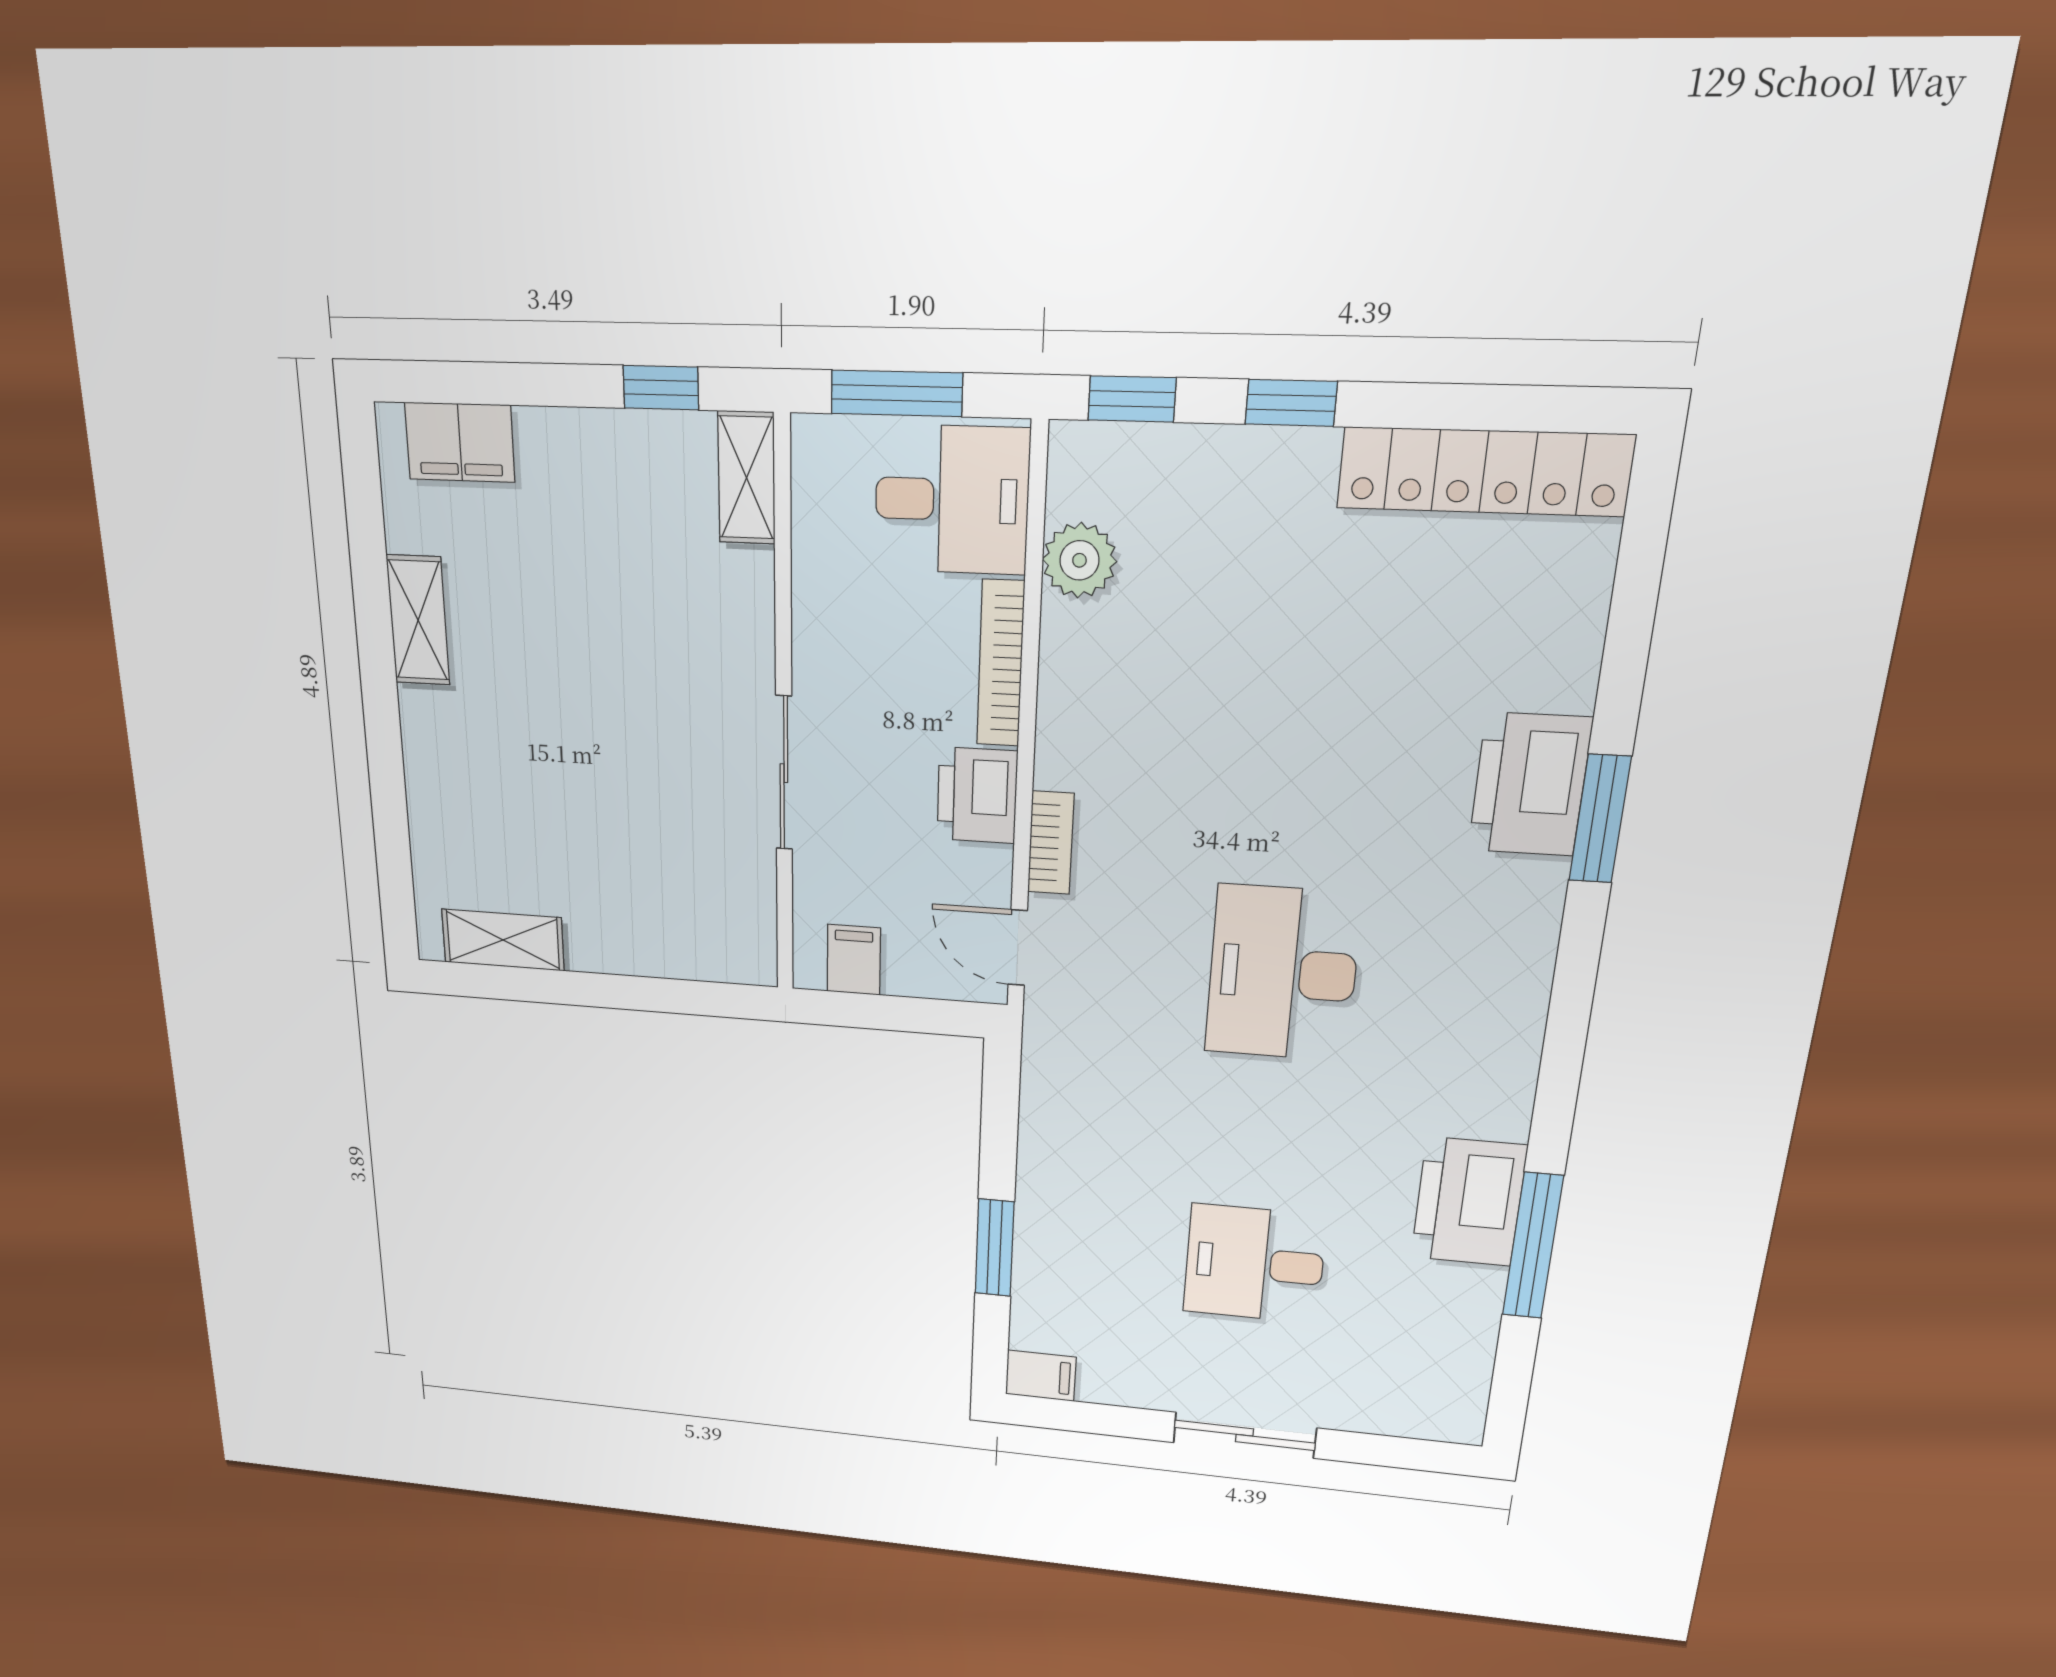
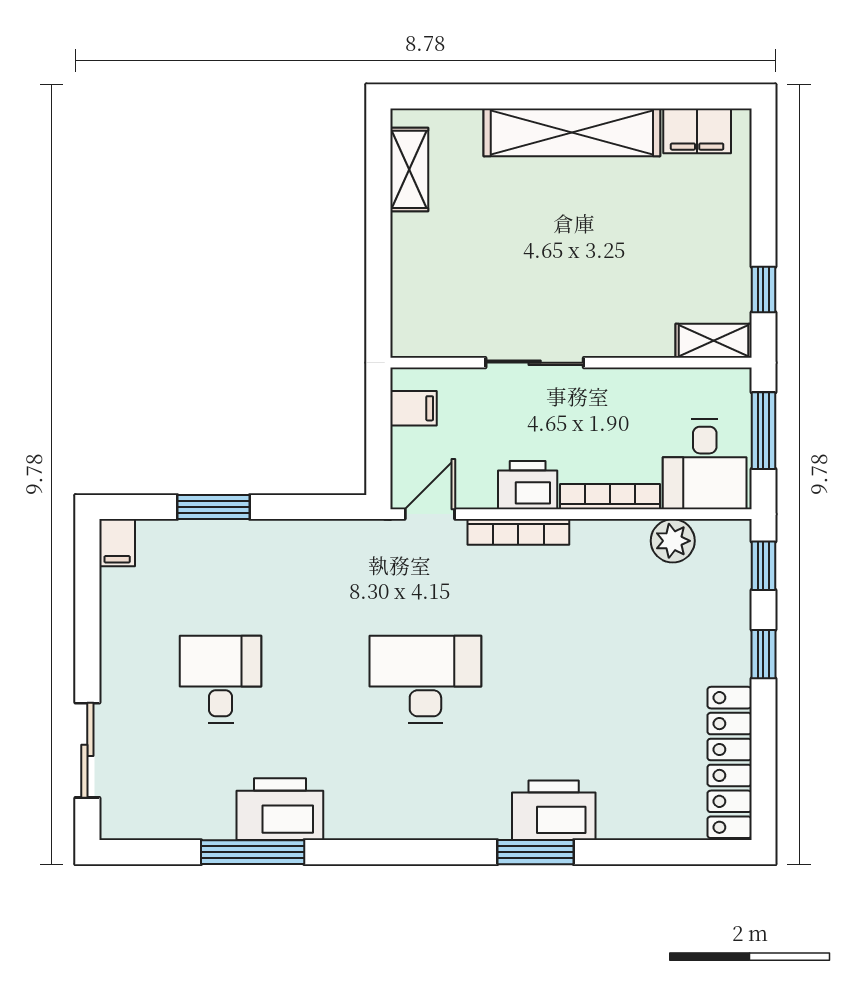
filing cabinet: (460, 442) -> (697, 131), moved, turned -90
shelving: (418, 620) -> (572, 132), width x2.20, depth x1.33
bookcase: (1051, 843) -> (518, 532), width x1.56
sliding door: (1245, 1435) -> (87, 750), moved

